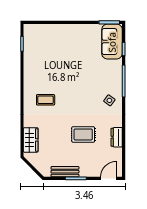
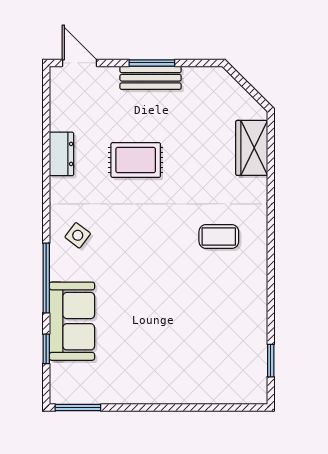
sofa: (112, 42) -> (72, 321), moved
bench: (65, 172) -> (151, 78), moved
door: (109, 178) -> (79, 63), swing flipped

